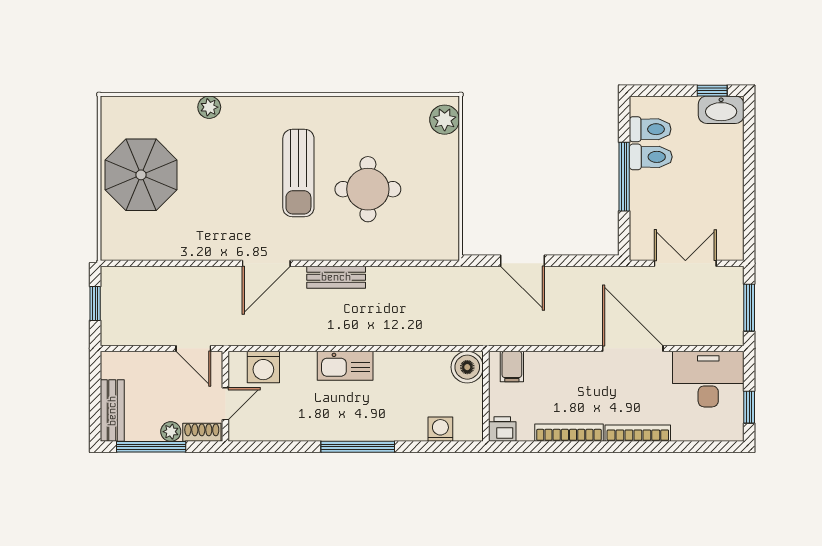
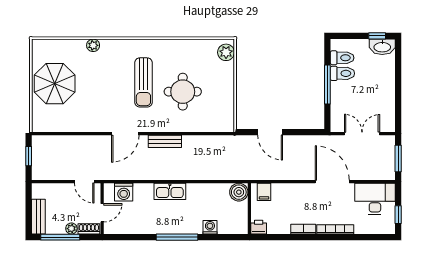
washing machine: (440, 429) -> (210, 227), moved
bookcase: (569, 433) -> (303, 229), width x0.64

